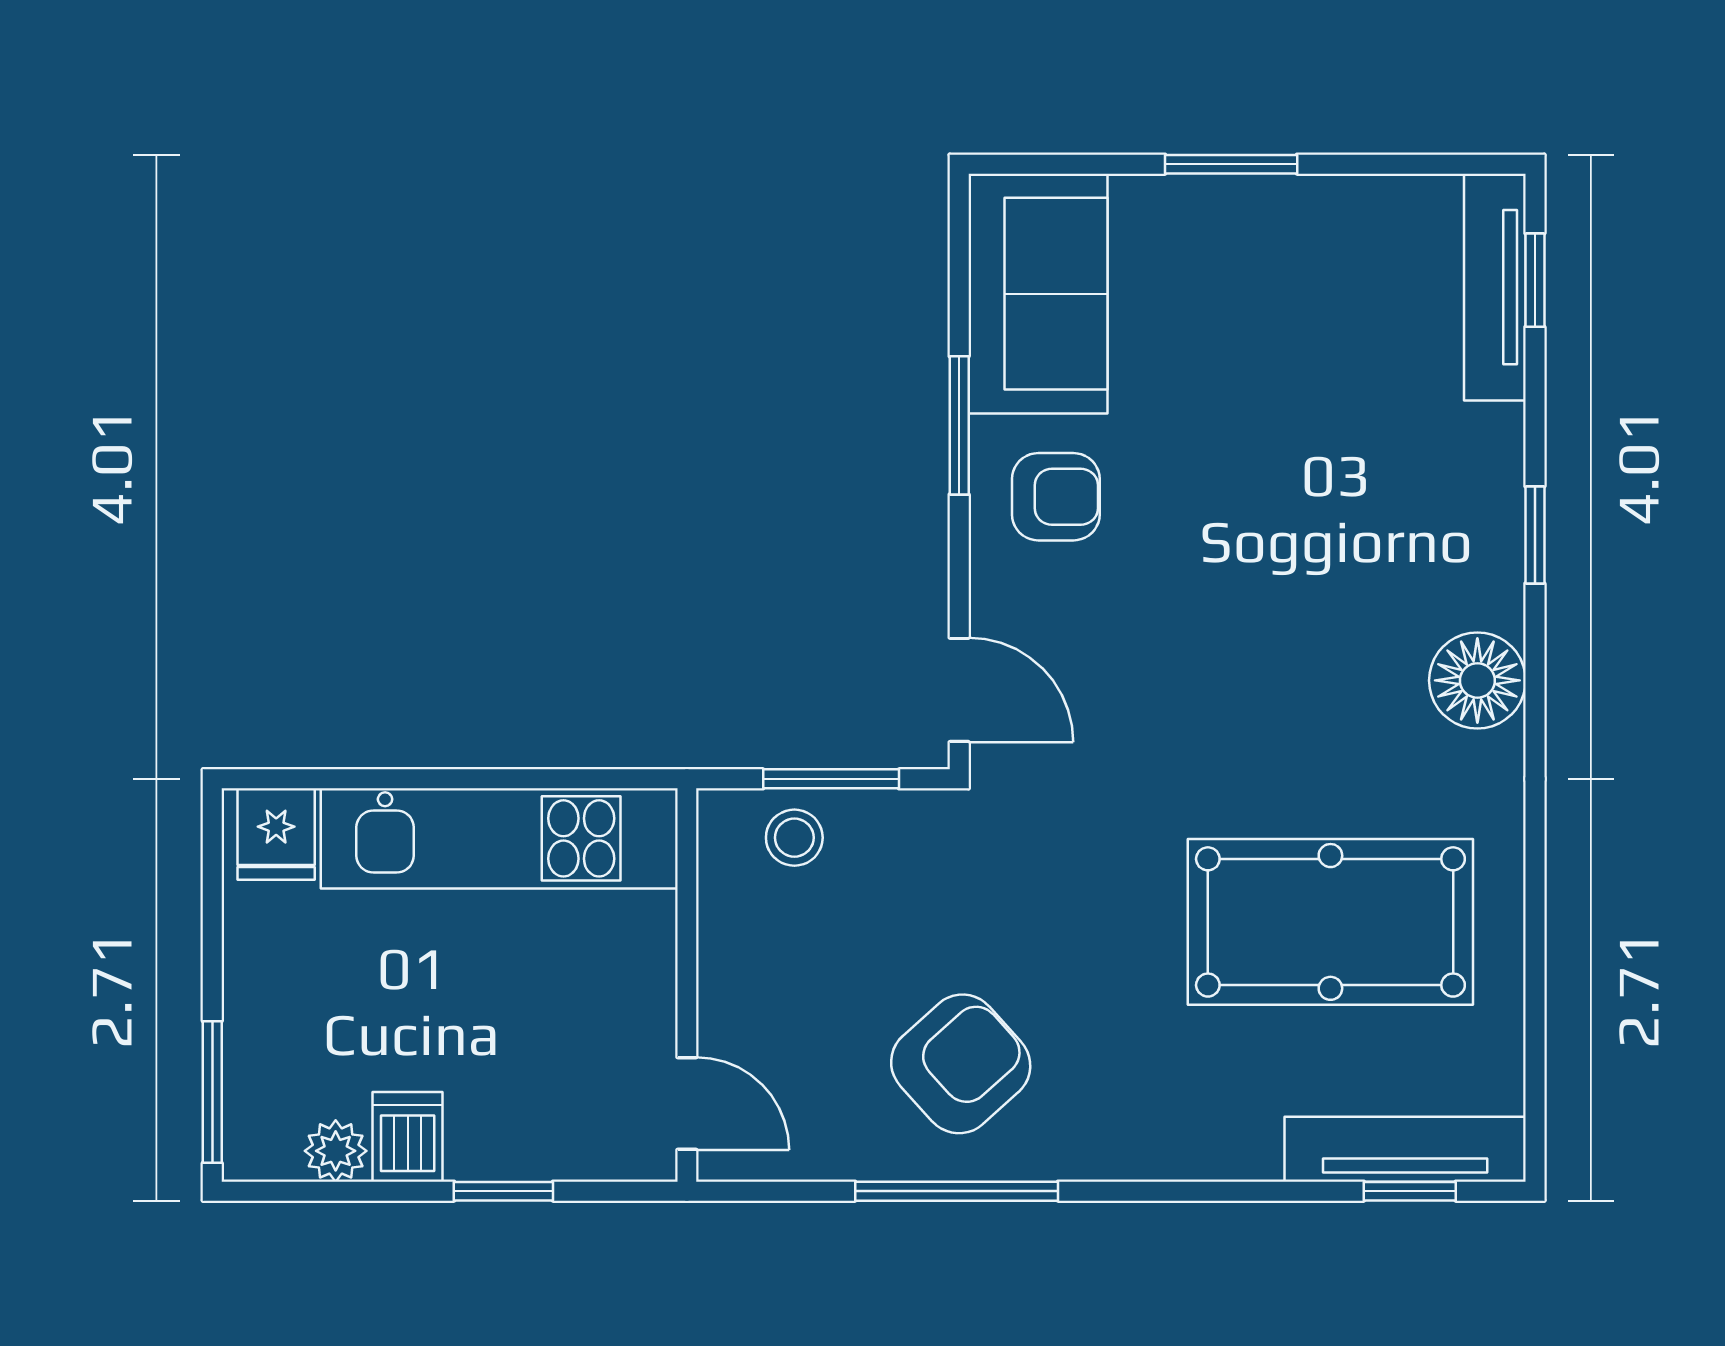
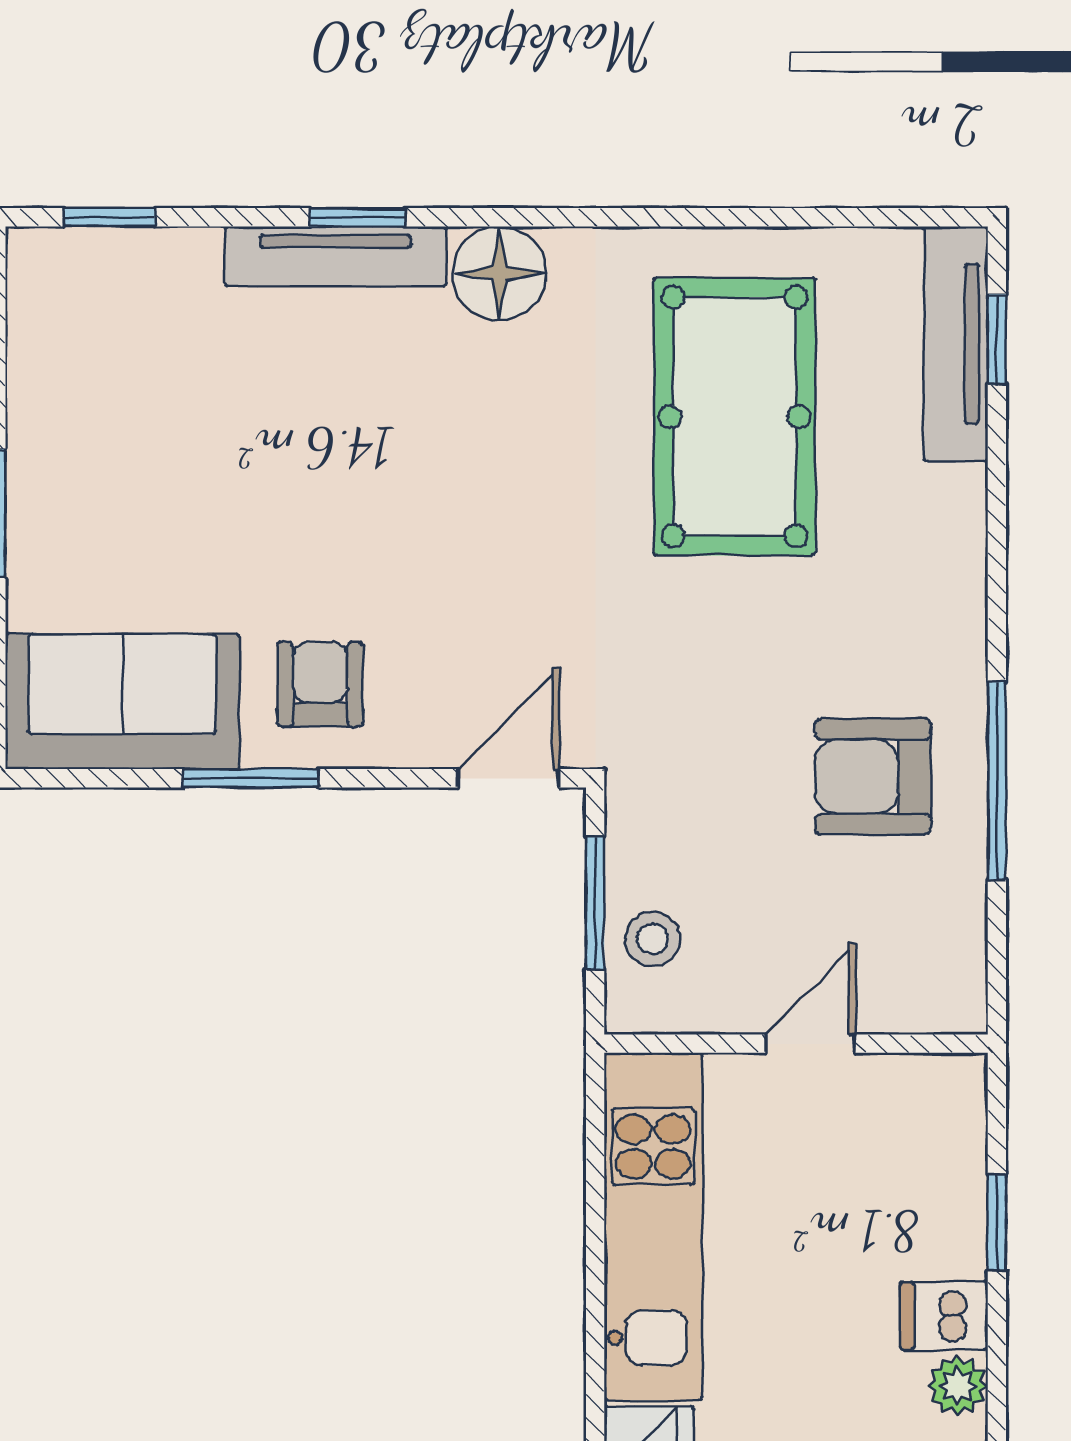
tv unit: (1495, 287) -> (336, 256), moved
armchair: (961, 1064) -> (873, 777), turned -48
door: (687, 1104) -> (810, 1044), moved

